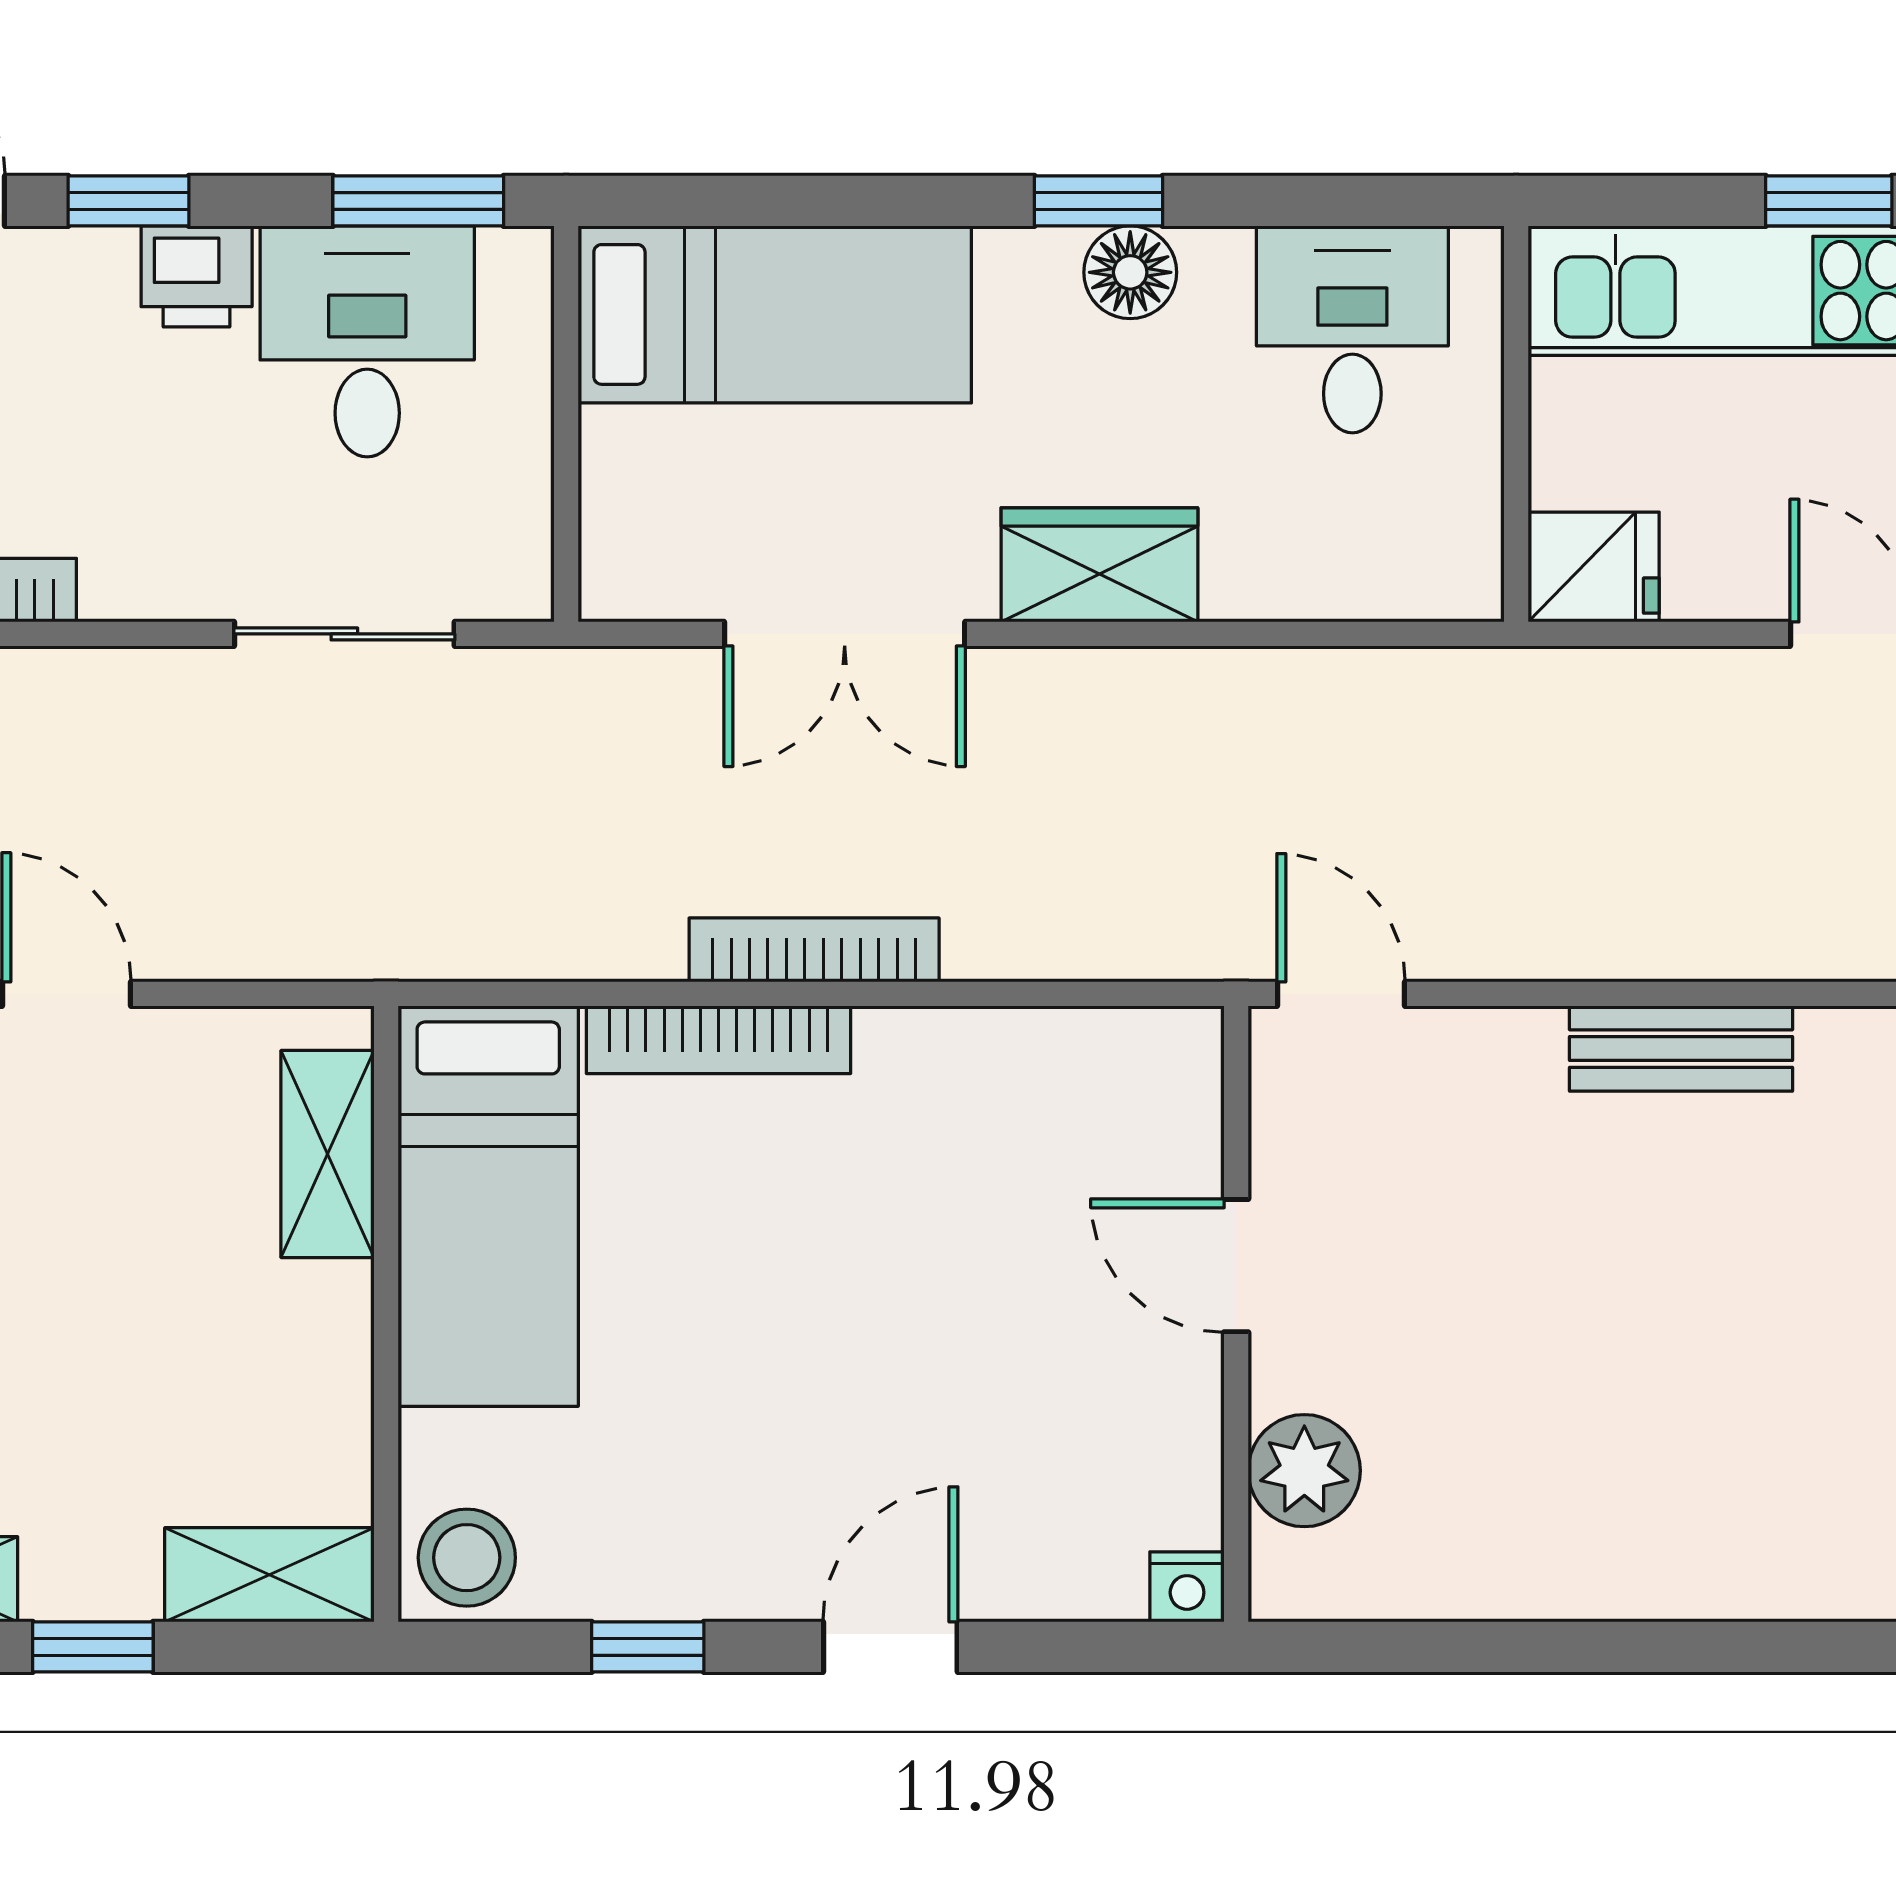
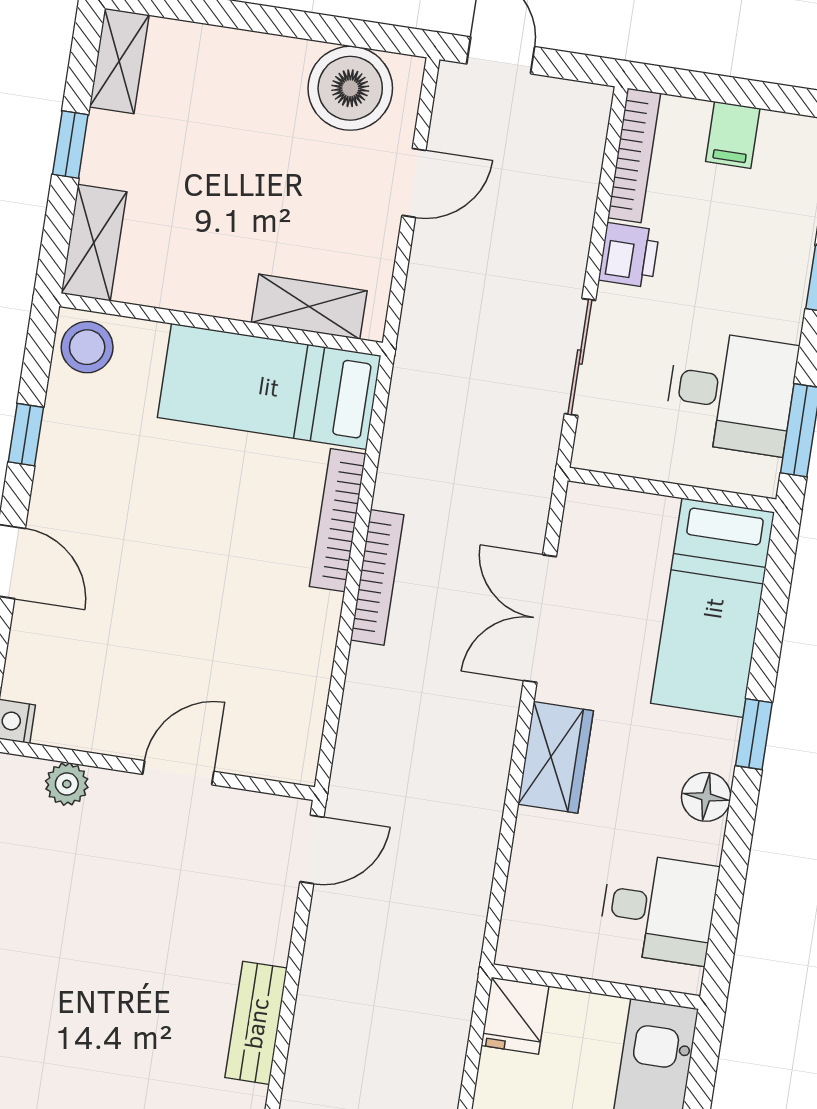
window: (1098, 201) -> (754, 734), moved
printer: (197, 276) -> (629, 255), moved, turned 180
plant: (1304, 1471) -> (67, 784), width x0.73, depth x0.73

